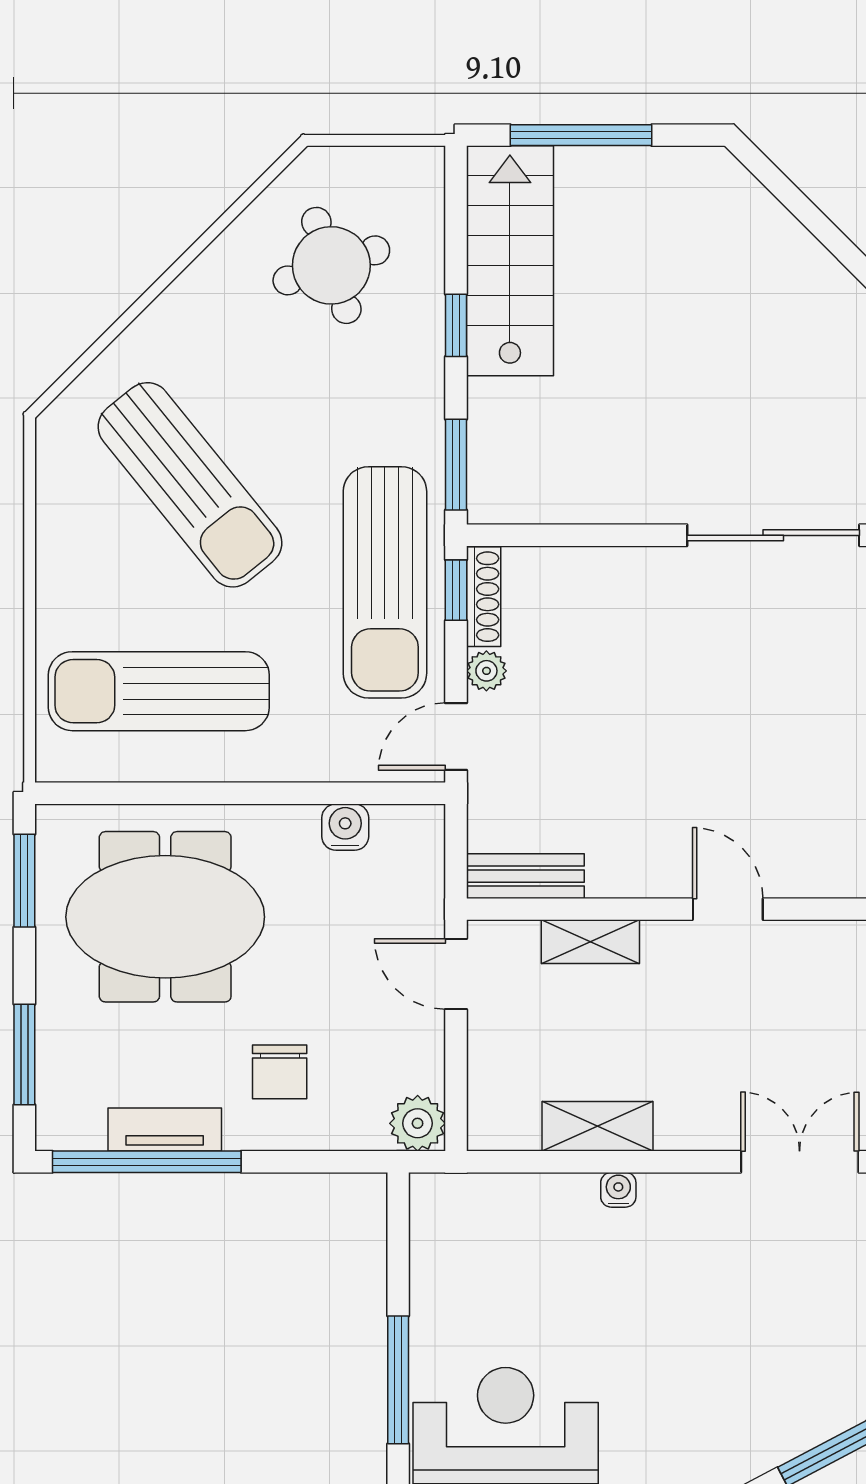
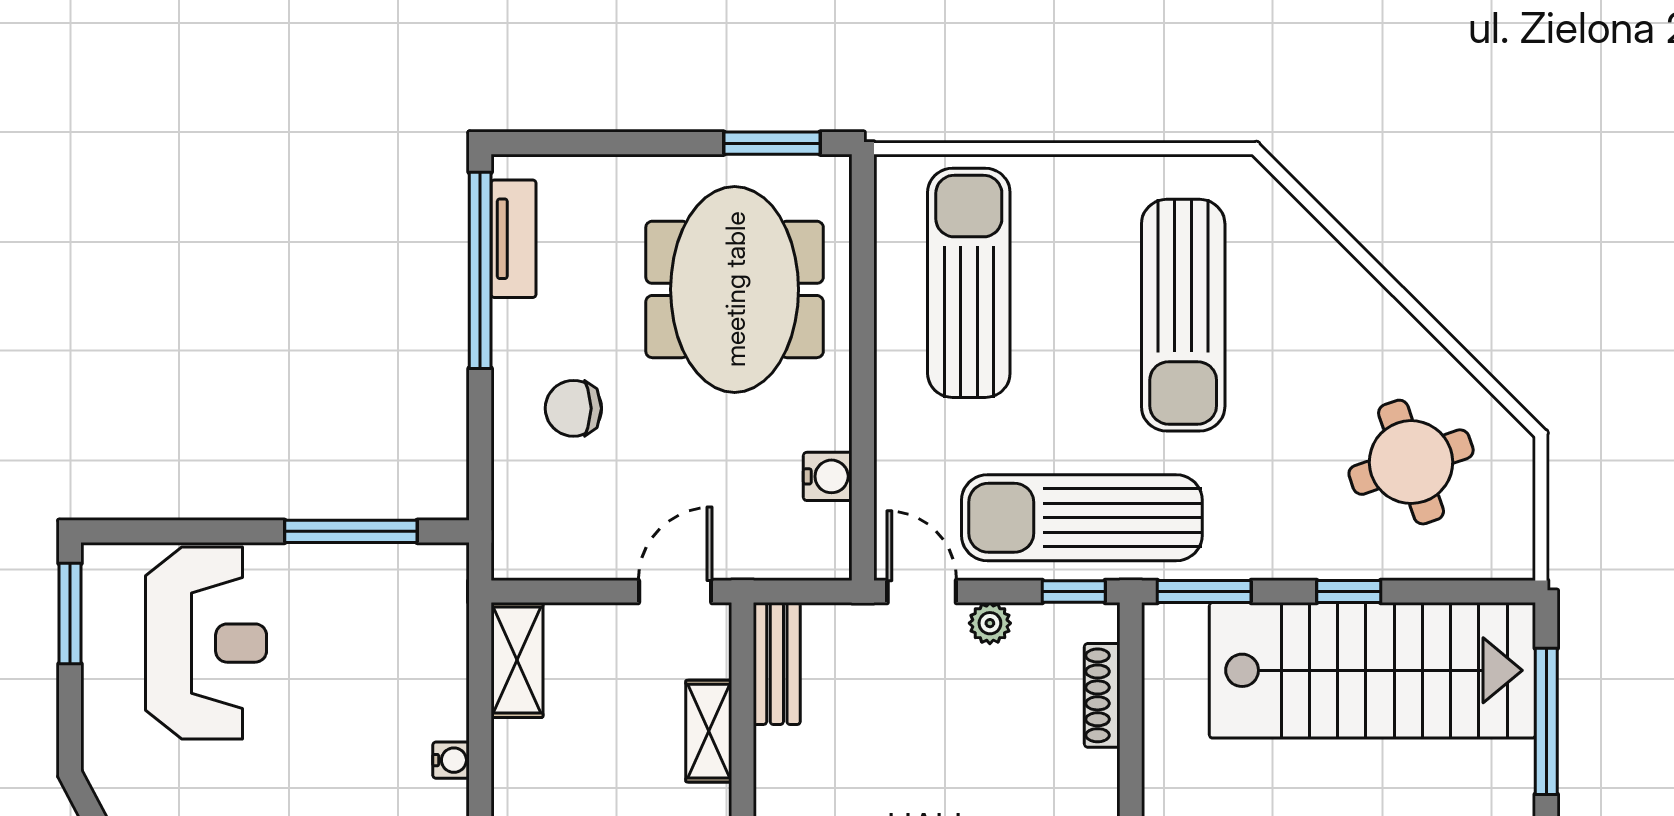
stairs: (510, 261) -> (1372, 670), width x1.36, depth x1.51
sun lounger: (190, 485) -> (1183, 315), turned -51
shoe rack: (484, 597) -> (1102, 695), moved, turned 90
window: (24, 1054) -> (592, 143), removed
plant: (418, 1123) -> (520, 552), removed
shelving: (598, 1126) -> (517, 660), moved
tv unit: (165, 1130) -> (513, 239), moved
window: (398, 1380) -> (351, 531), moved

